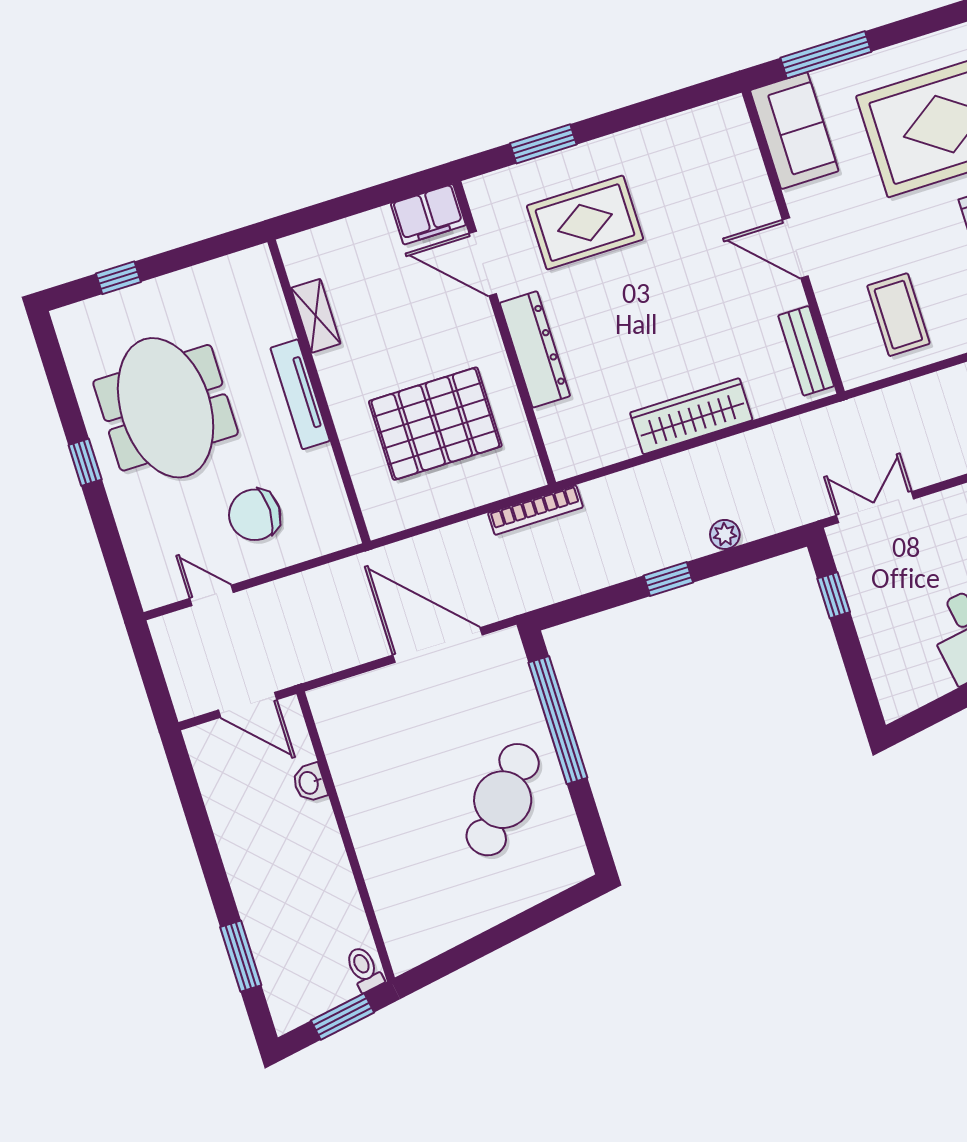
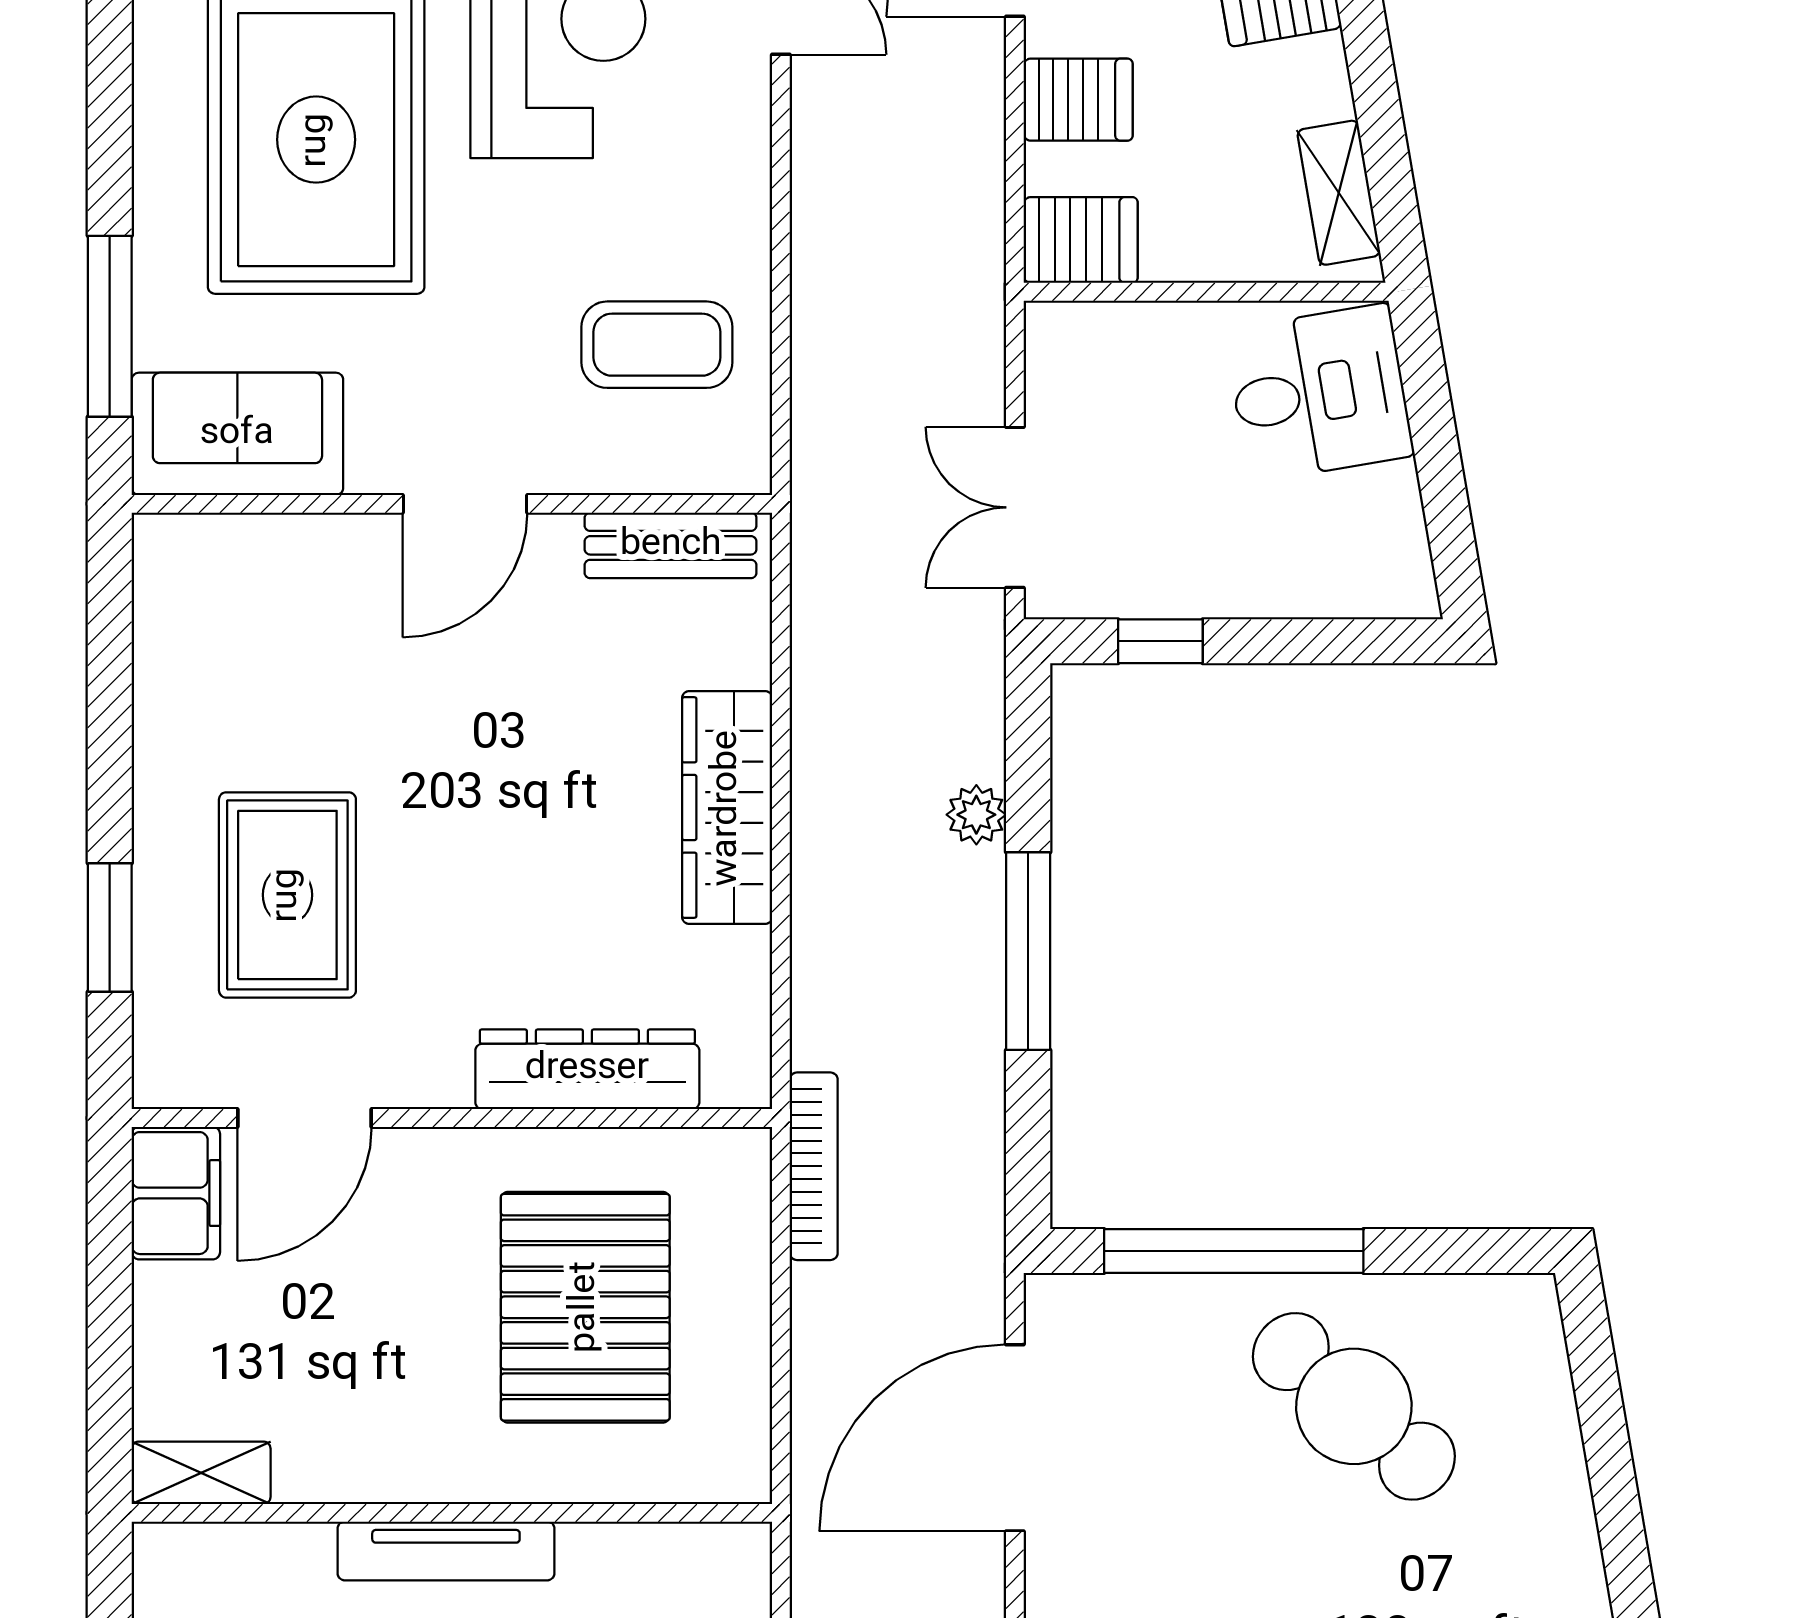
shelving: (316, 316) -> (201, 1473), moved
dresser: (535, 349) -> (587, 1069), moved
window: (668, 579) -> (1028, 951), width x2.17

